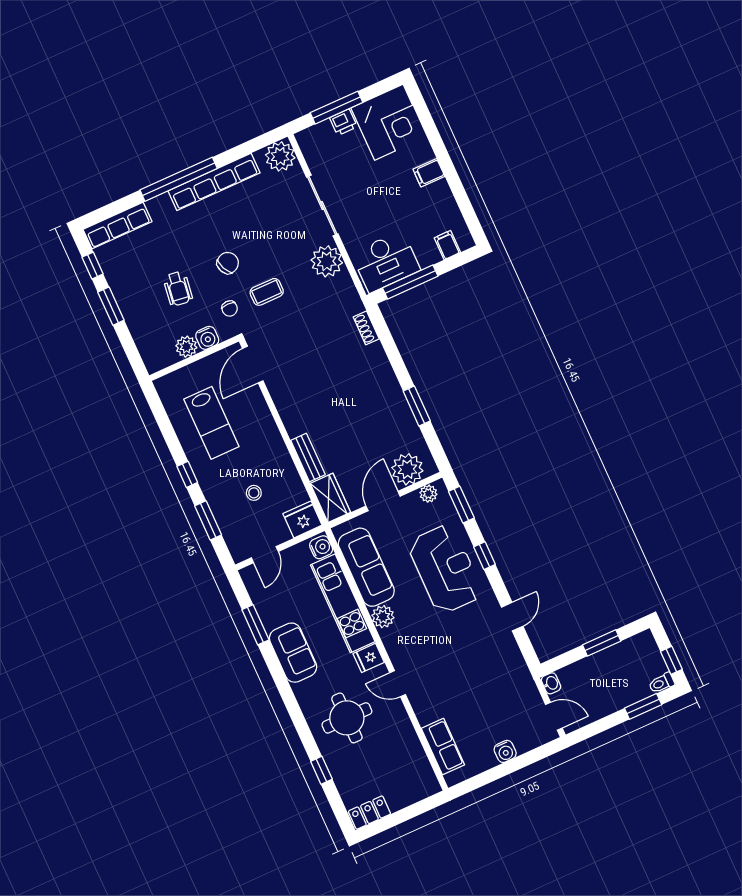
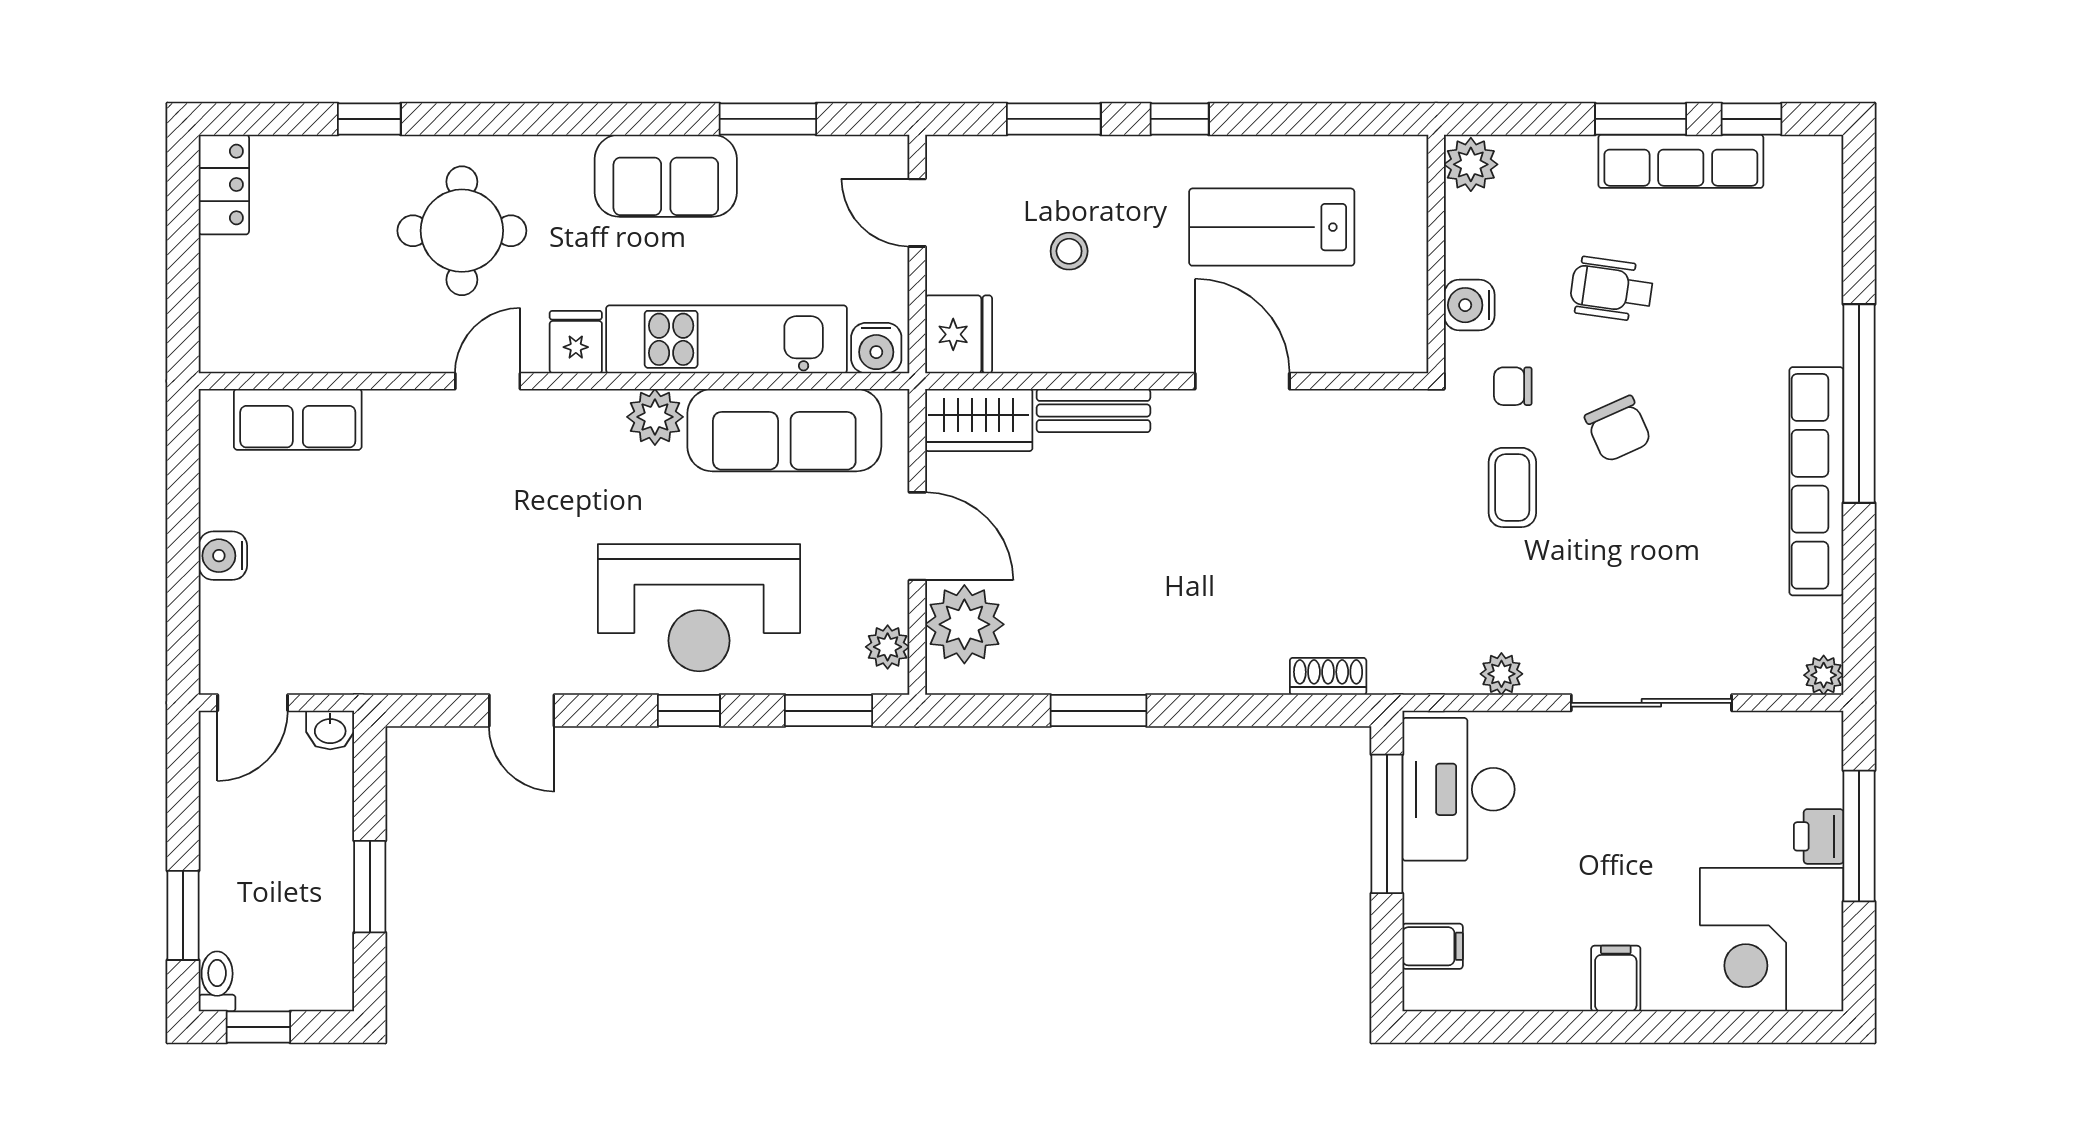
plant: (280, 156) -> (1824, 675), width x0.53, depth x0.53
row of seats: (118, 226) -> (1681, 161), moved, turned -90
plant: (327, 261) -> (1501, 674), width x0.53, depth x0.53
plant: (186, 347) -> (1471, 164), moved
door: (253, 365) -> (1242, 381), moved

